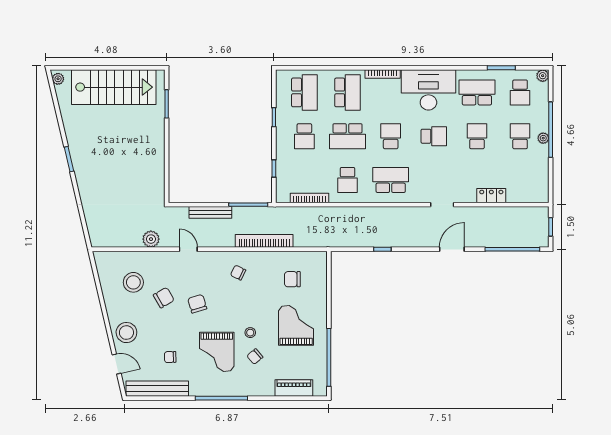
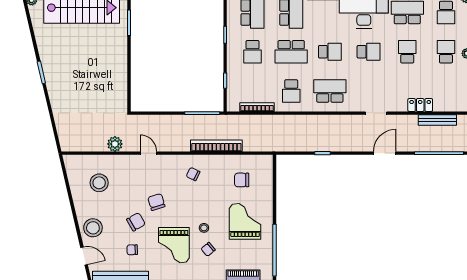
school desk: (391, 136) -> (330, 52), turned 90
bench: (210, 212) -> (437, 120), moved
chair: (164, 298) -> (136, 222), moved

